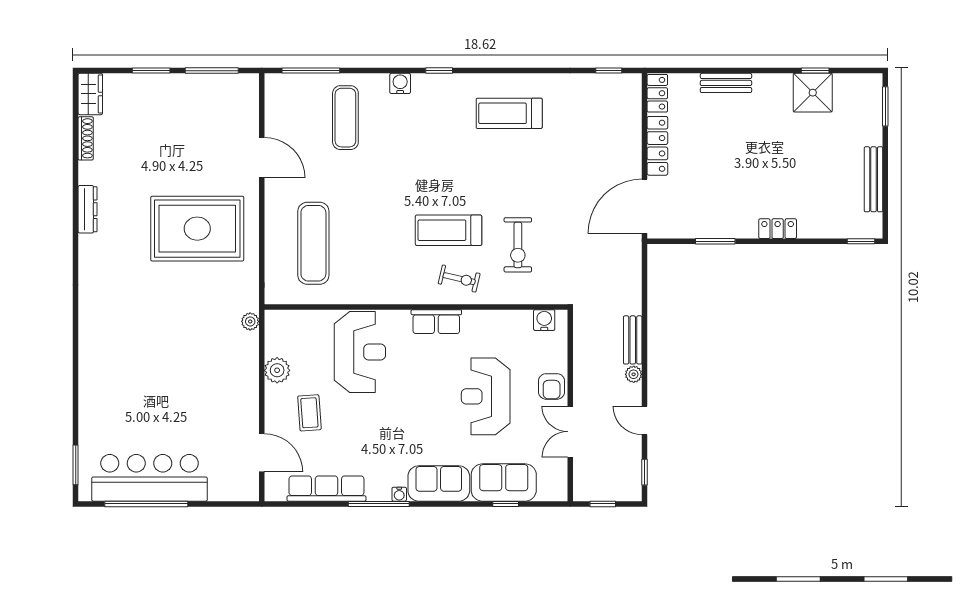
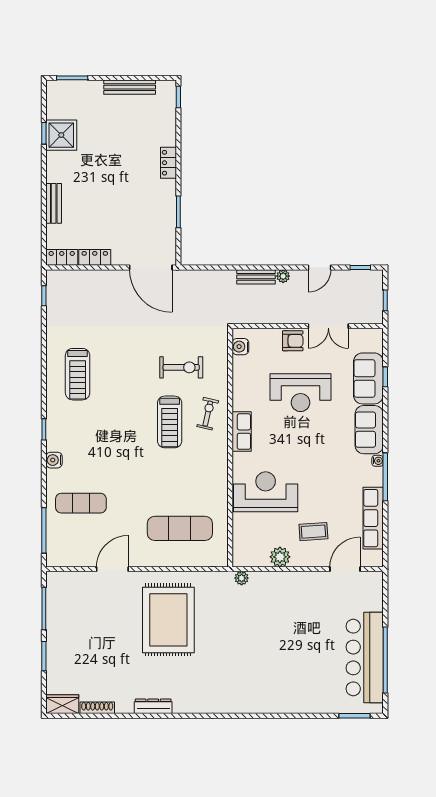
locker: (657, 146) -> (95, 257), width x0.66

